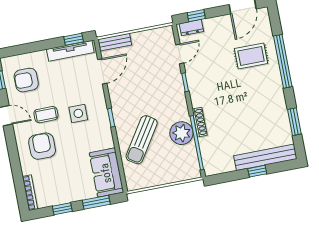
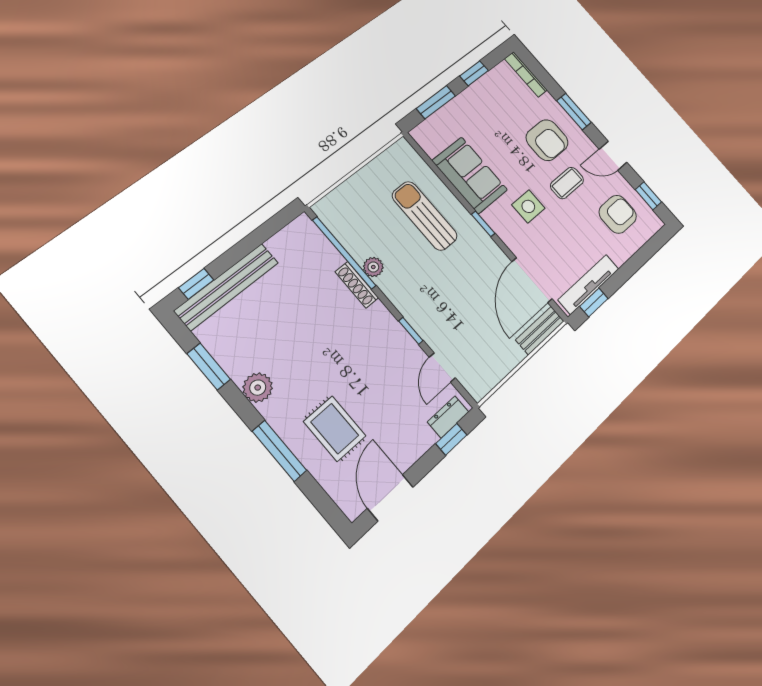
rug: (251, 56) -> (335, 429), turned 90
window: (283, 61) -> (279, 451), width x0.68
door: (102, 71) -> (532, 280), width x1.36
plant: (277, 98) -> (258, 388), added
plant: (181, 133) -> (373, 267), width x0.53, depth x0.53
sun lounger: (142, 140) -> (425, 216), turned -33
window: (14, 155) -> (574, 111), added
window: (257, 171) -> (196, 284), moved
sofa: (106, 173) -> (470, 175), moved

